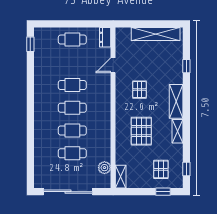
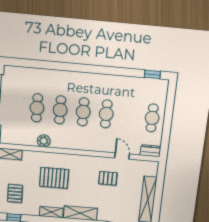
pallet: (139, 90) -> (108, 178), moved
plant: (104, 168) -> (44, 141), moved
pallet: (161, 169) -> (15, 193), turned 90

